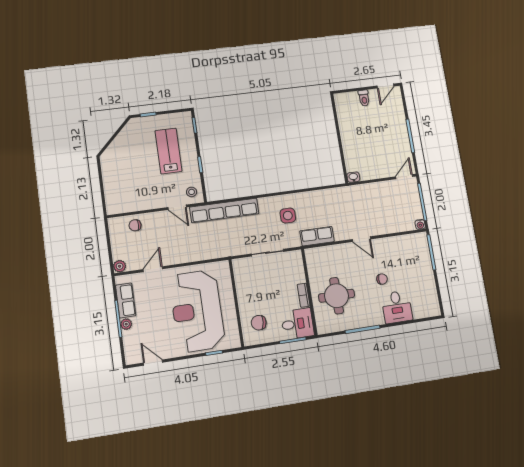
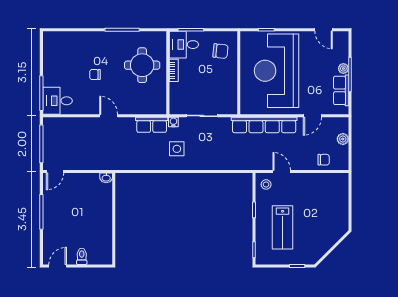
row of seats: (224, 210) -> (264, 125), moved, turned 180
water cooler: (420, 224) -> (173, 122), moved
plant: (120, 266) -> (343, 139), moved
desk: (397, 307) -> (57, 101), moved, turned -90
reception desk: (197, 311) -> (277, 71), turned 180

